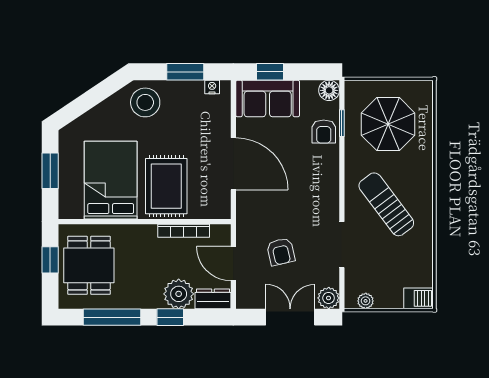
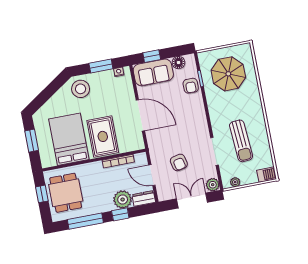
floor lamp: (329, 90) -> (179, 63), moved
sun lounger: (386, 204) -> (241, 141), moved, turned -147

